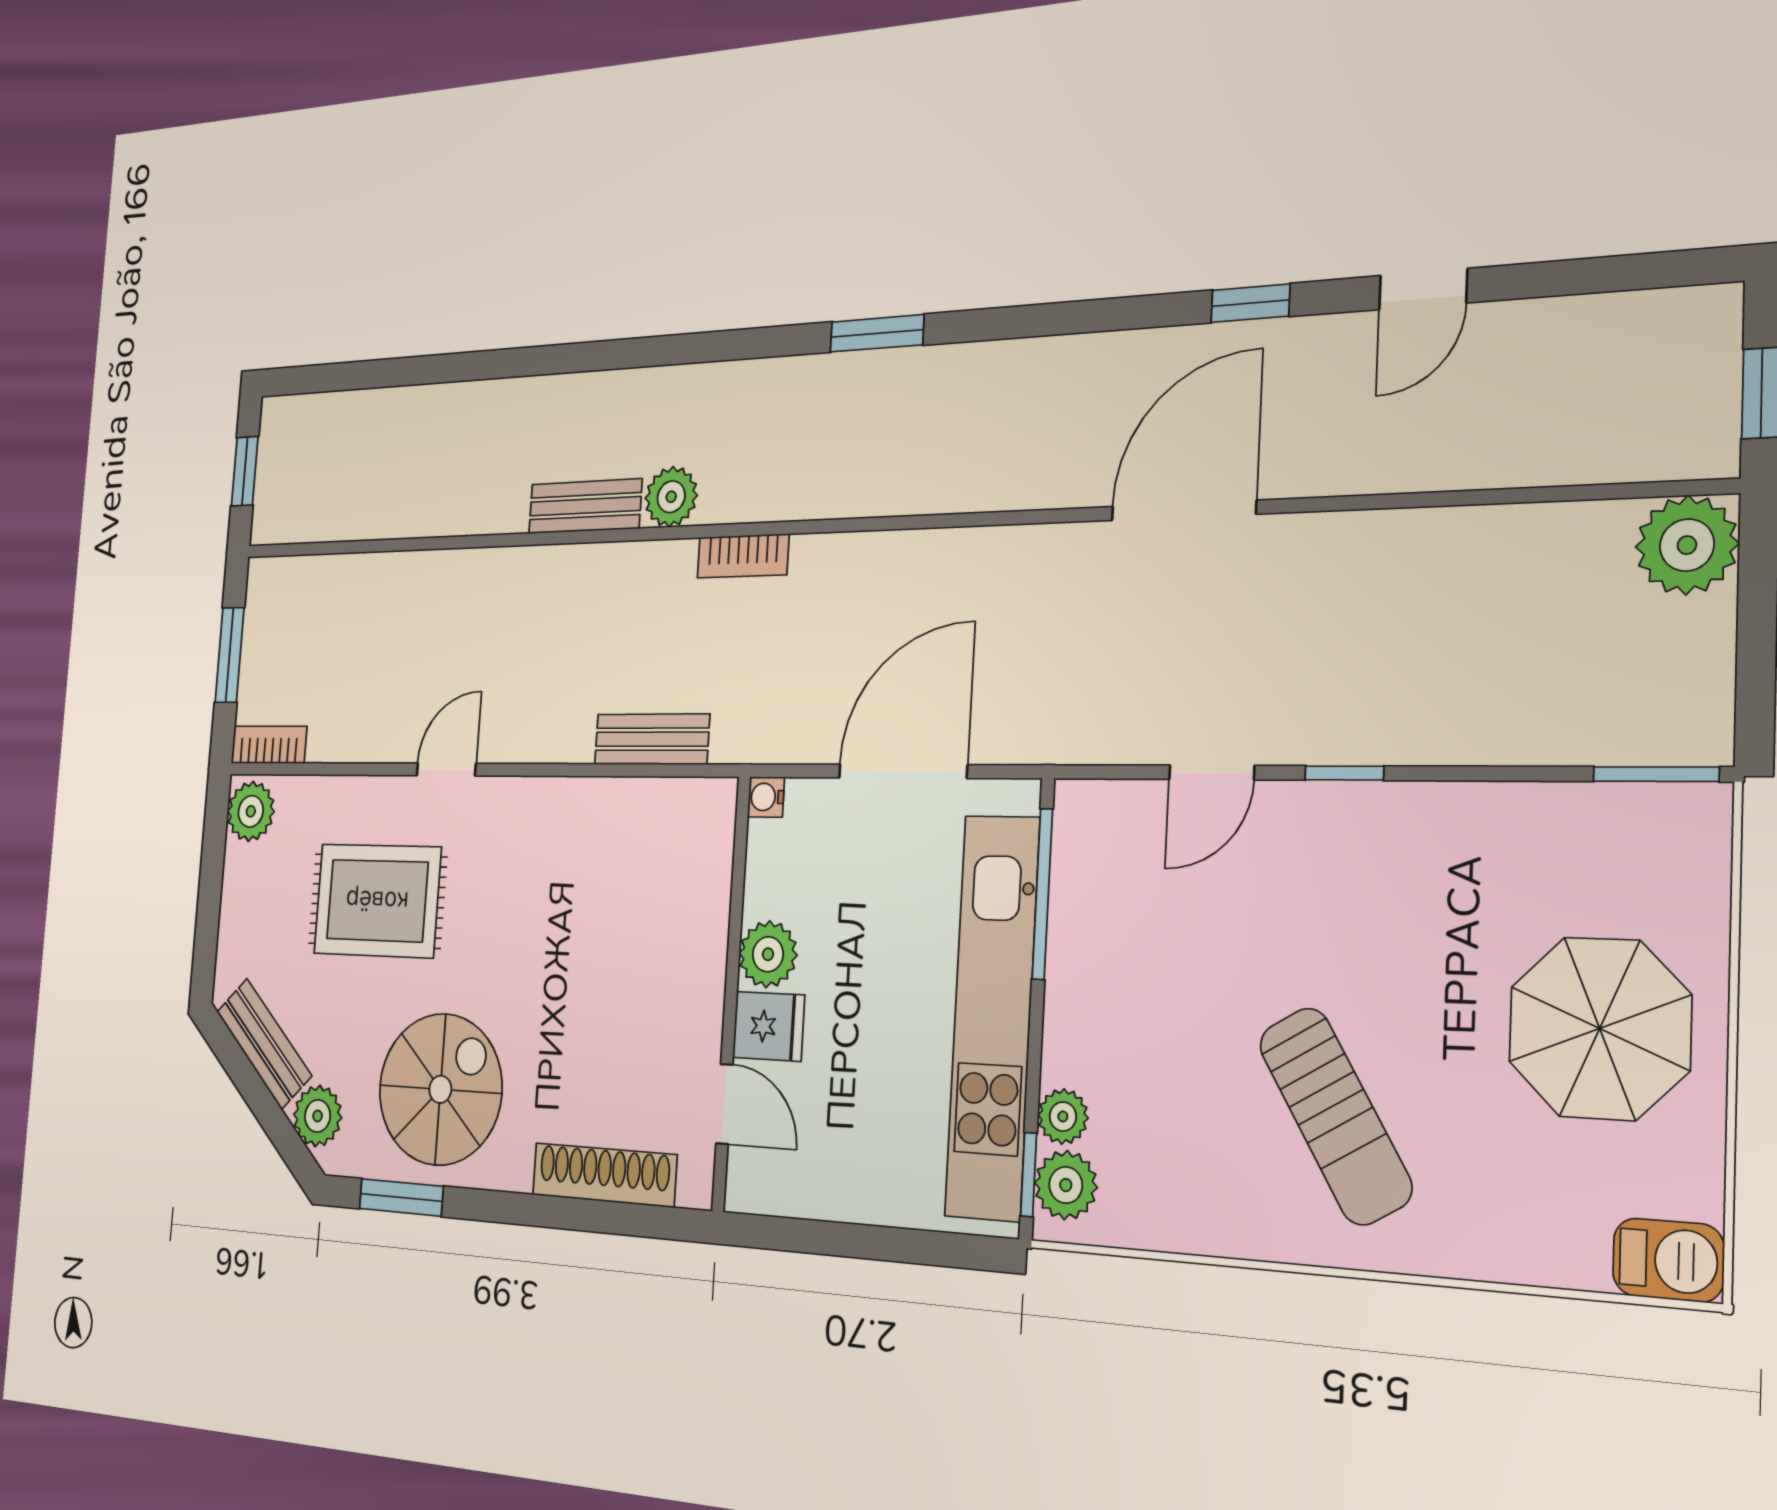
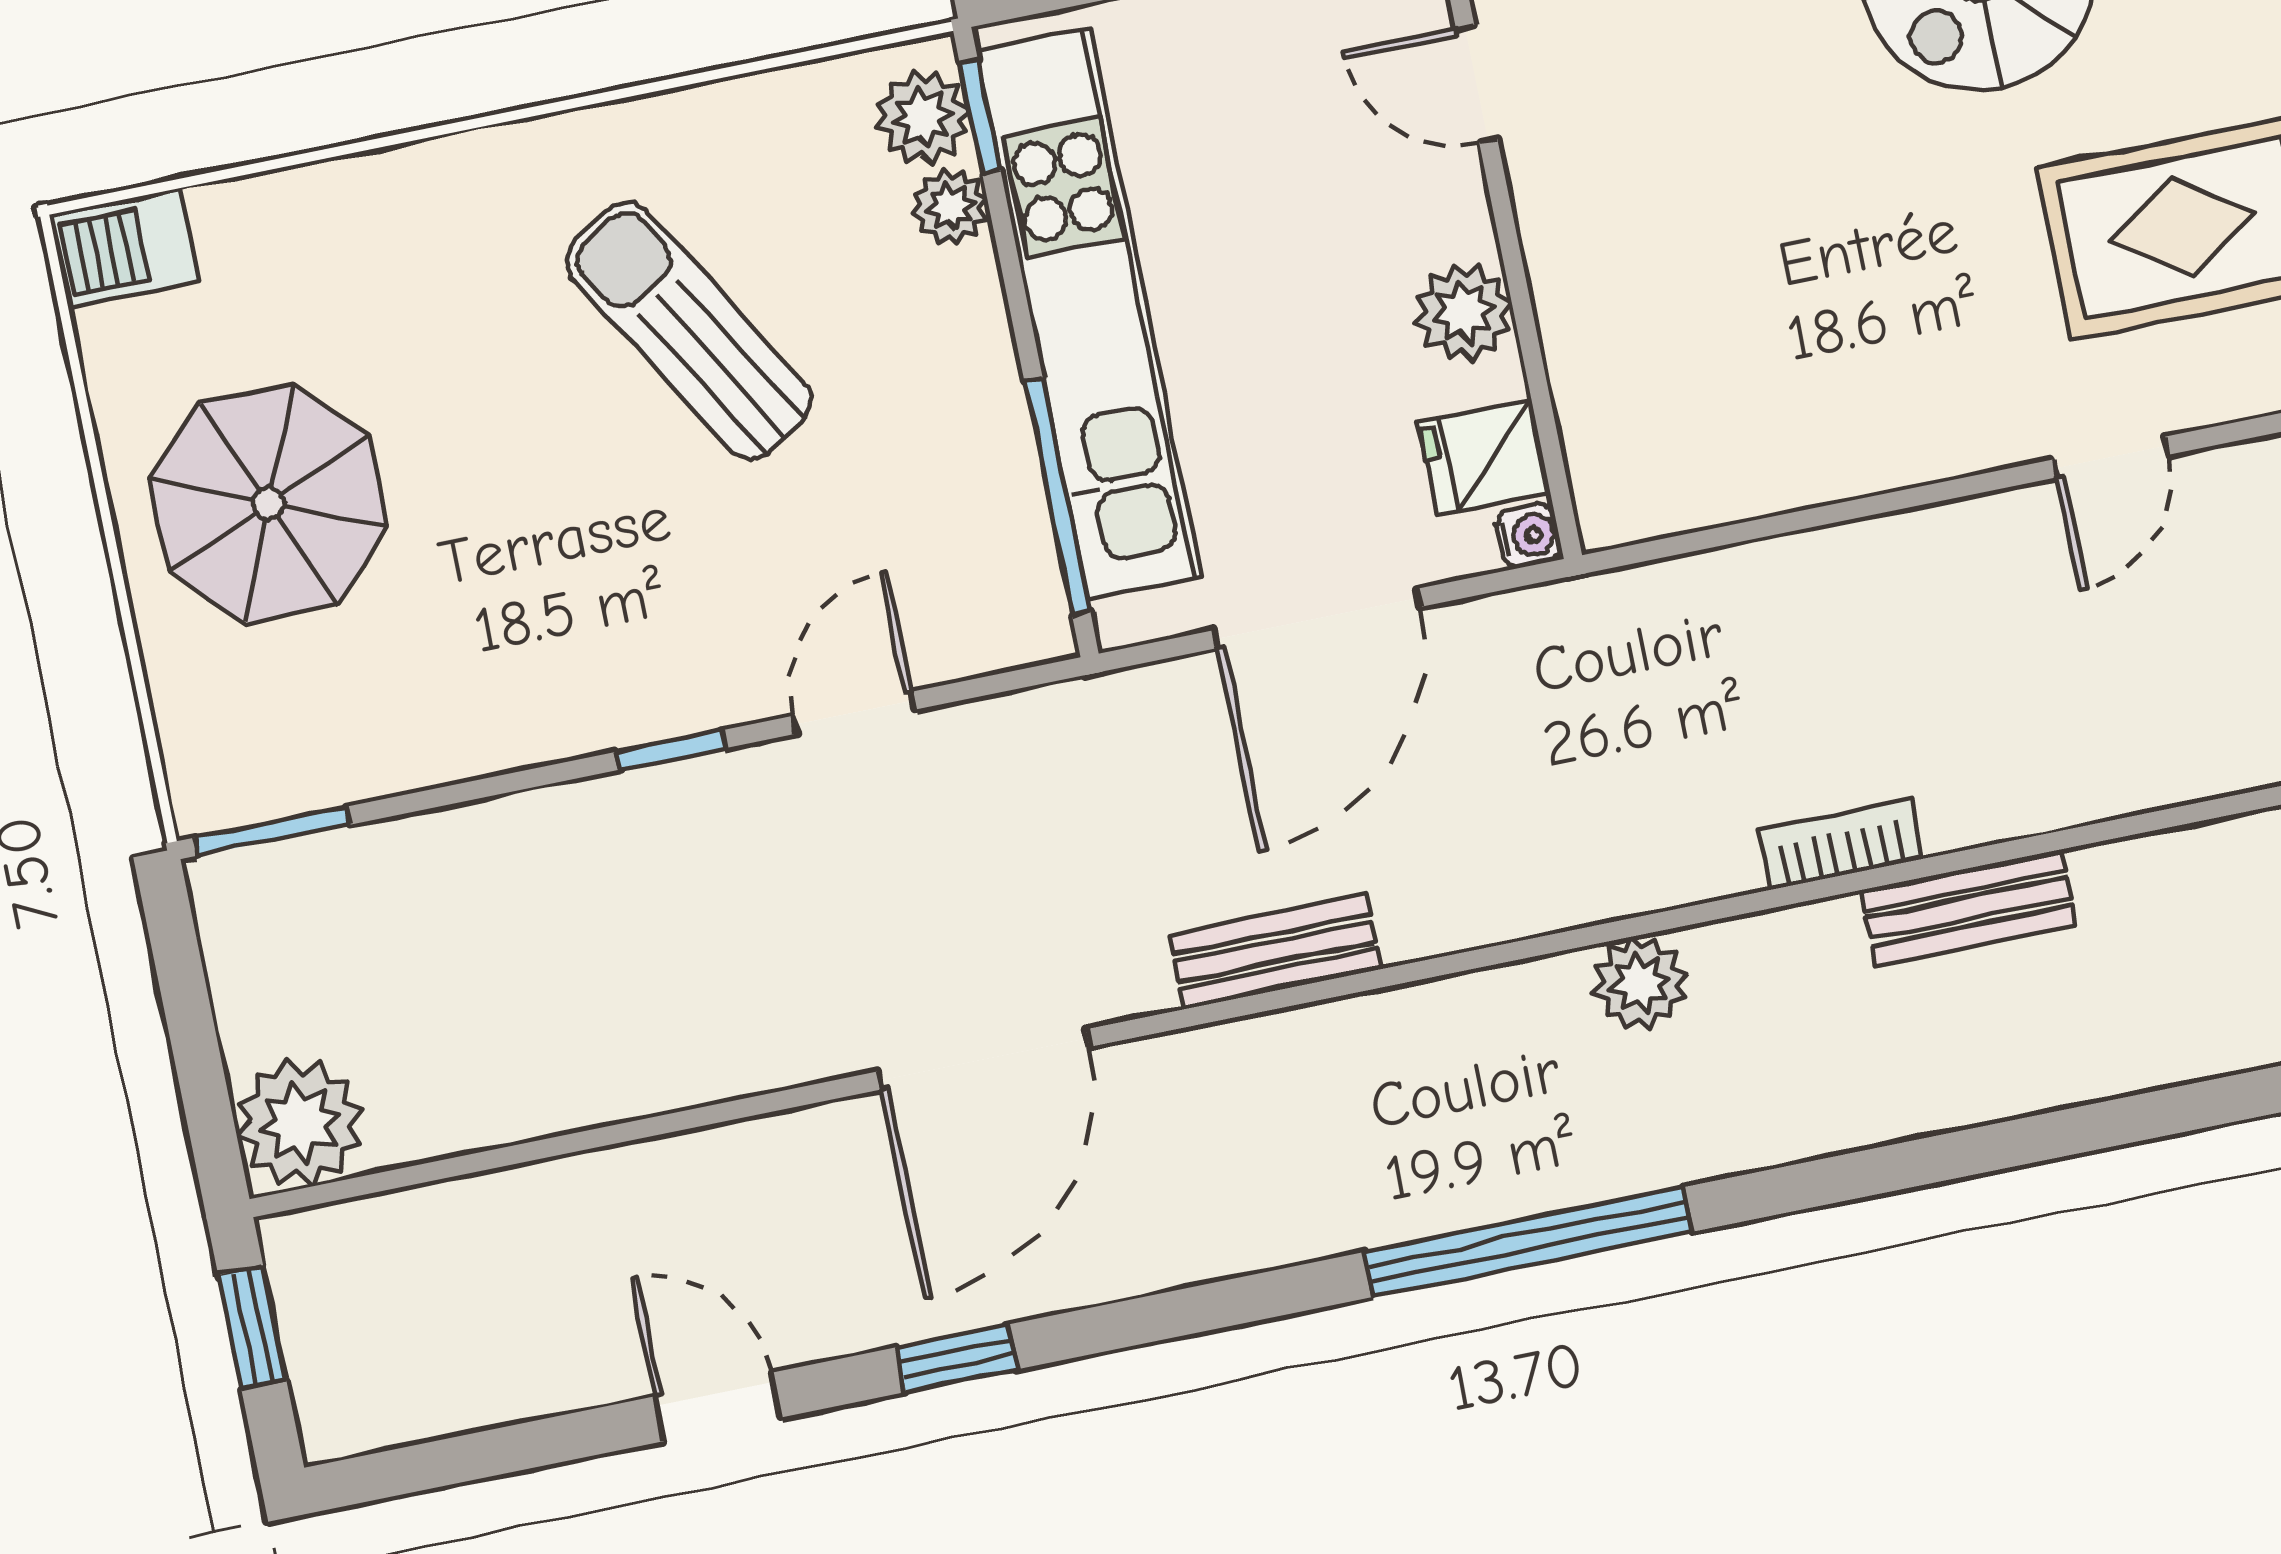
door: (1423, 289) -> (718, 1407), hinge flipped
window: (877, 333) -> (1528, 1242), width x2.11
plant: (671, 497) -> (1640, 983), moved
bookcase: (743, 556) -> (1840, 844), moved
bench: (652, 739) -> (1275, 951), moved
fridge: (769, 1026) -> (1485, 457), moved
sun lounger: (1335, 1116) -> (689, 331), moved

